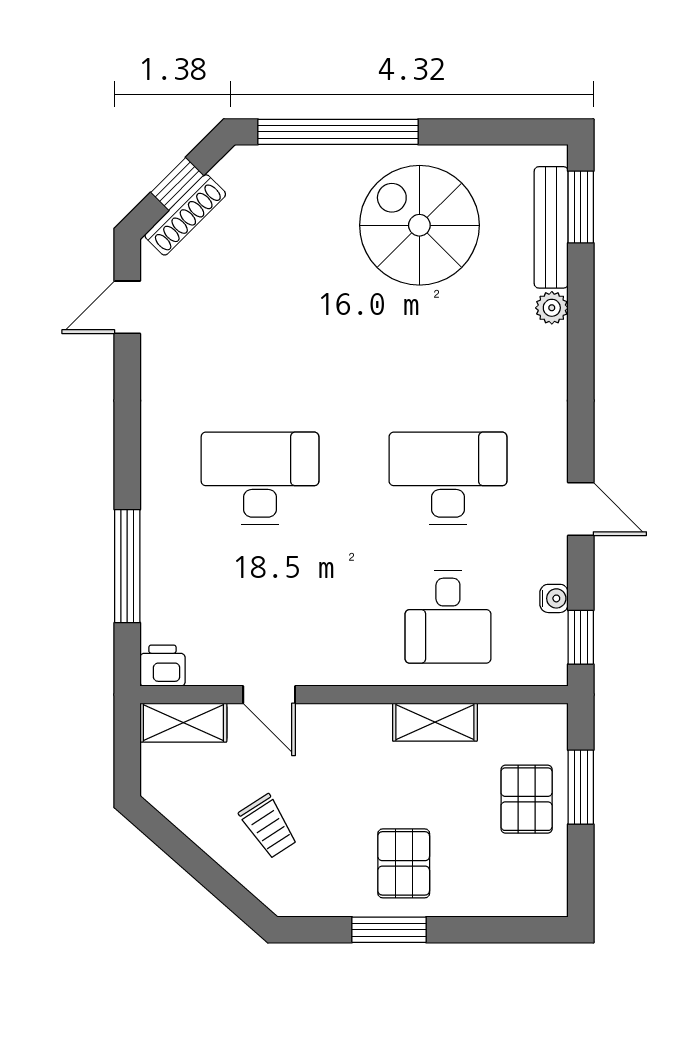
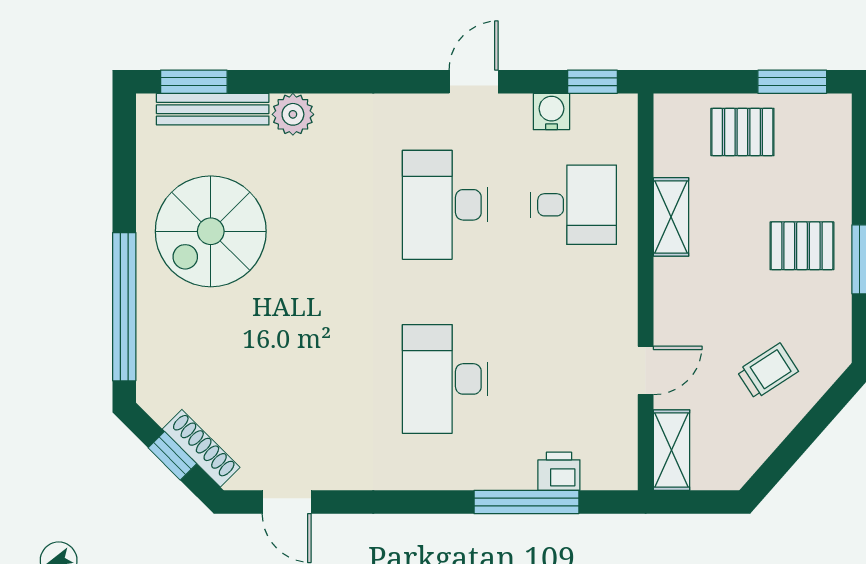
plant: (552, 308) -> (293, 114), width x1.38, depth x1.38
water cooler: (554, 598) -> (551, 112), width x1.38, depth x1.38
printer: (162, 666) -> (559, 471), moved, turned 90
window: (581, 787) -> (792, 82), moved

